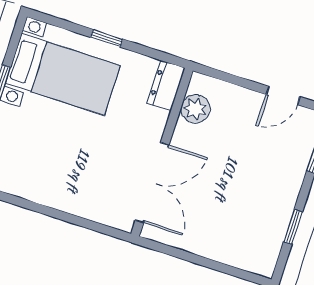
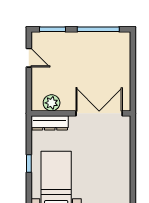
dresser: (166, 86) -> (50, 123), width x1.44
window: (293, 227) -> (98, 29), width x2.17

